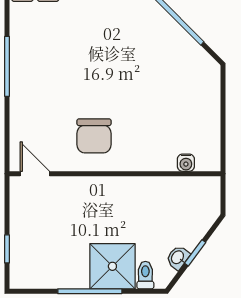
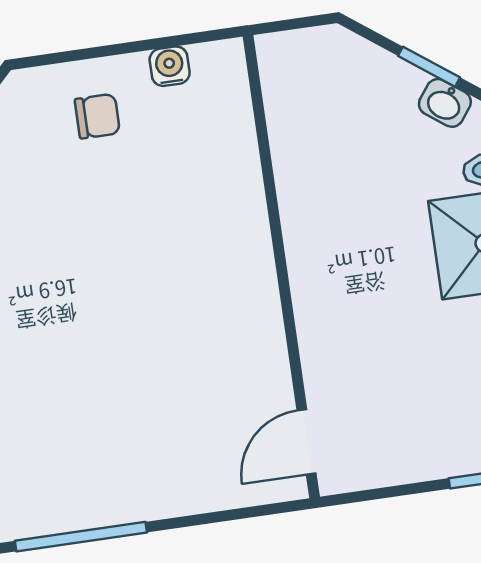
chair: (94, 136) -> (97, 116), moved, width x0.54, depth x0.54
water cooler: (186, 163) -> (170, 66), moved, turned -90

